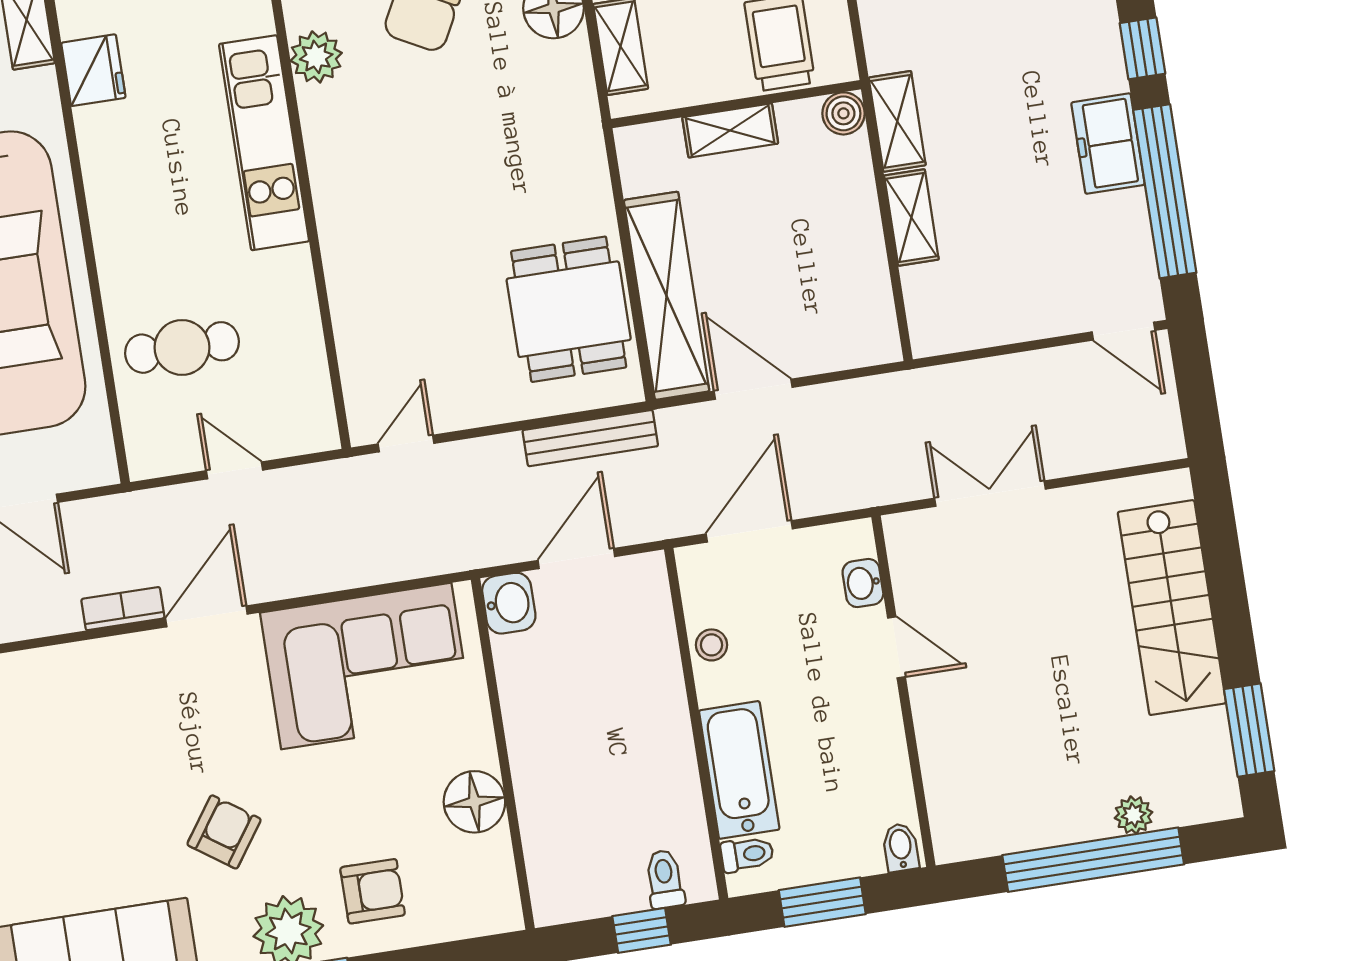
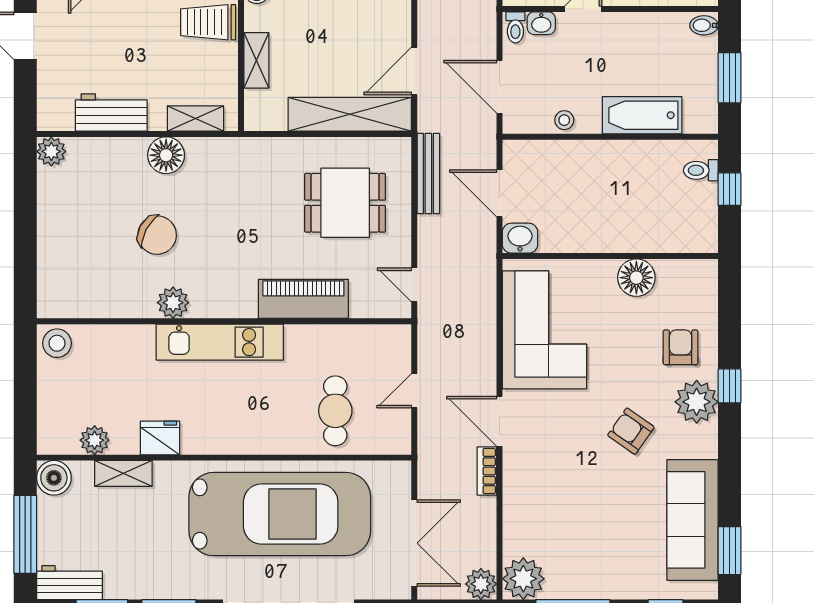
piano: (355, 267) -> (303, 299), added
dining table: (569, 309) -> (345, 203), moved
toilet: (747, 854) -> (515, 27), moved, turned 180

